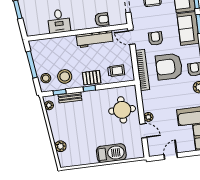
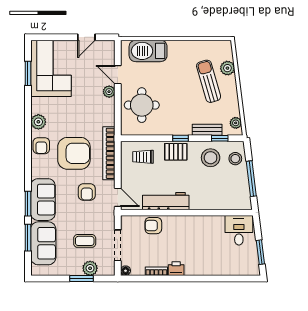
desk: (59, 21) -> (239, 230), moved
sun lounger: (74, 134) -> (209, 81), added
barbecue: (111, 153) -> (148, 51), moved

